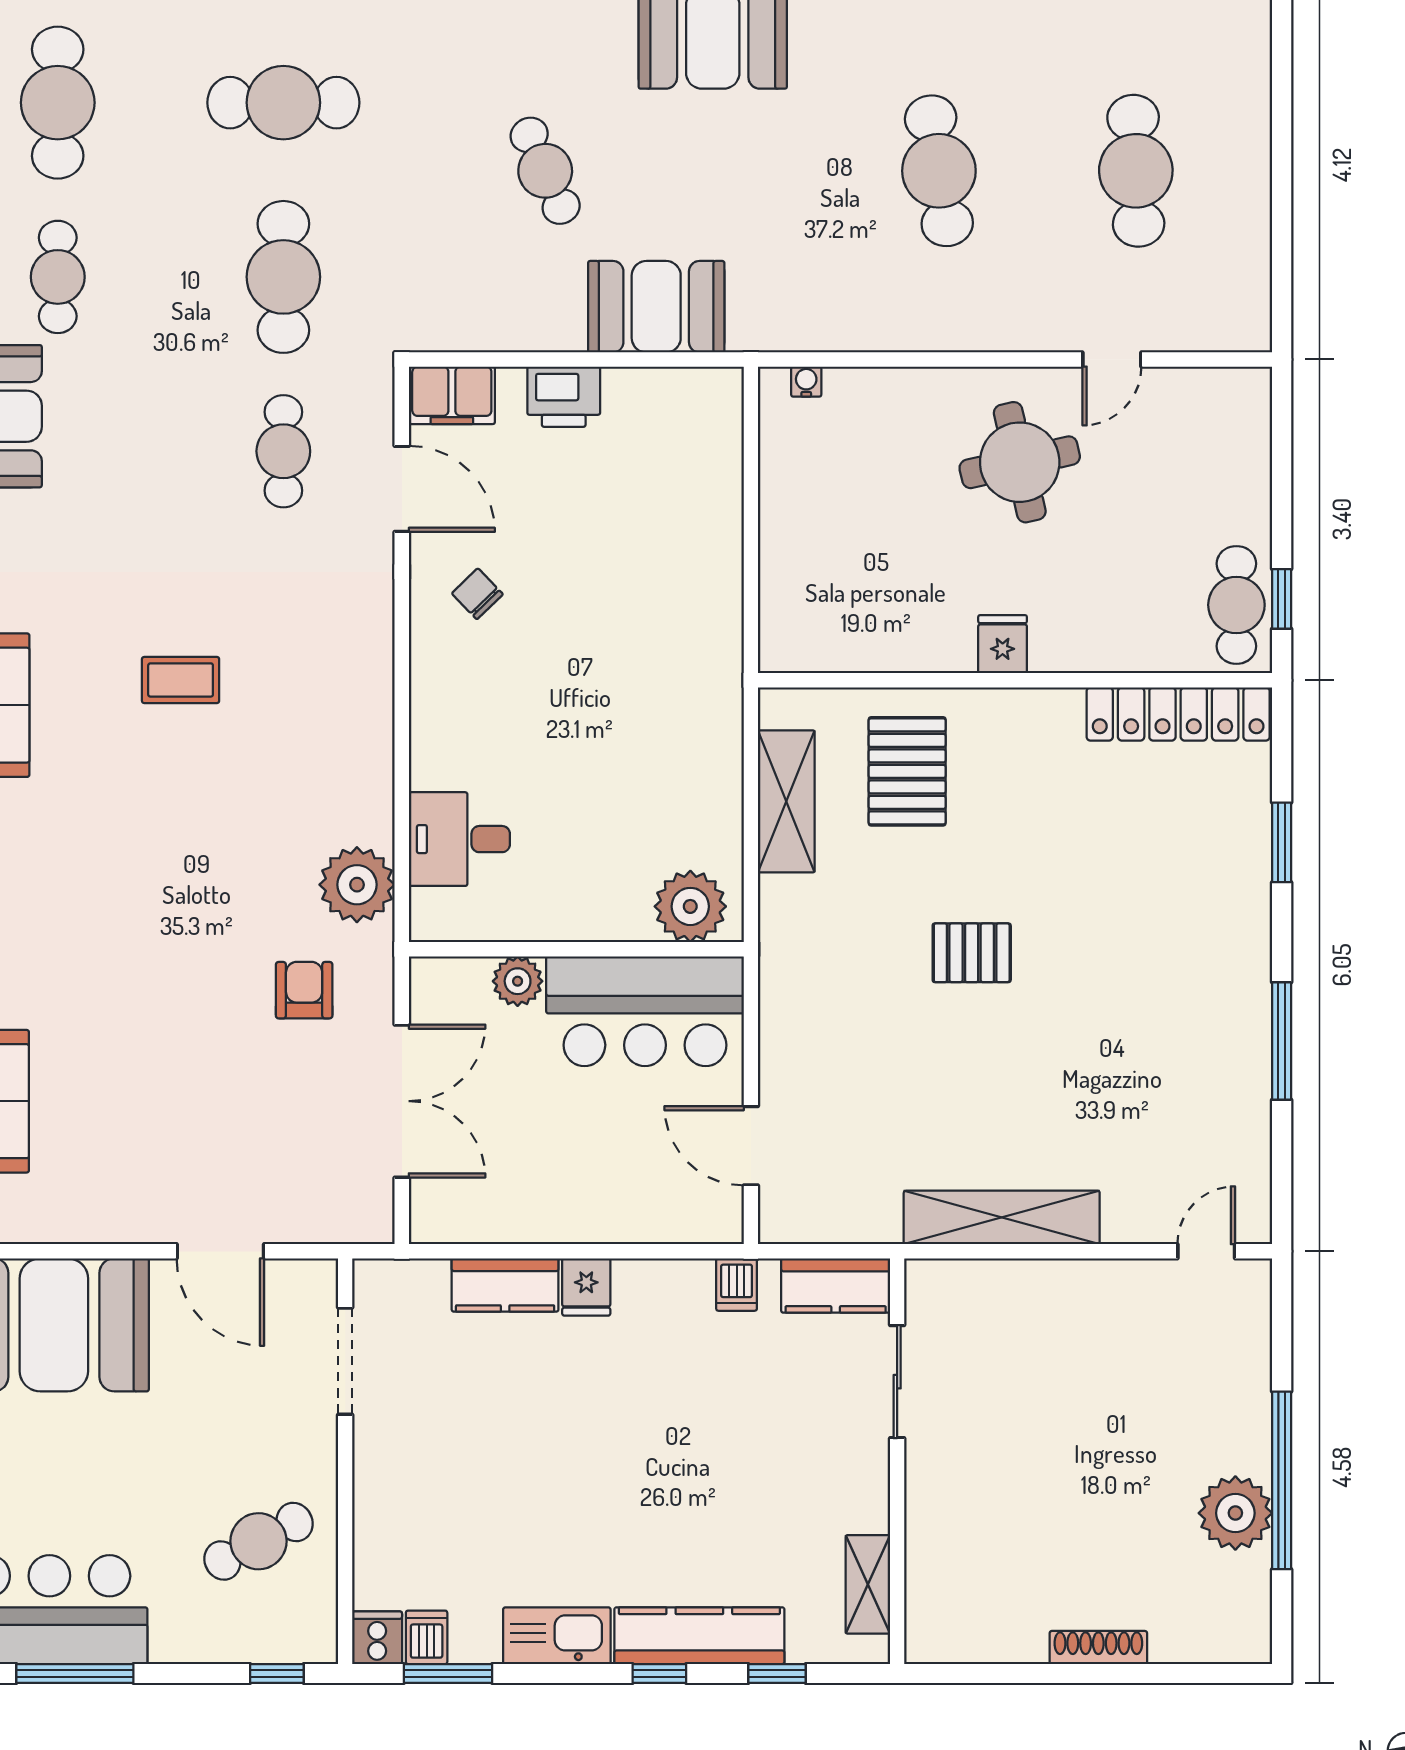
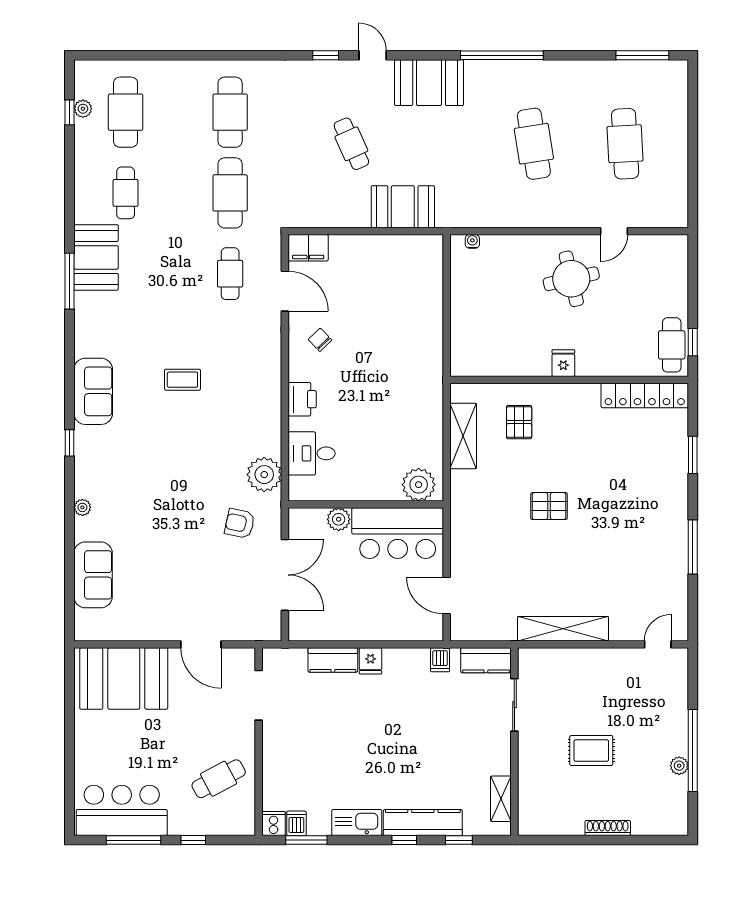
cafe table: (283, 103) -> (230, 112), turned 90
printer: (564, 397) -> (302, 399), moved, turned -90
pallet: (907, 771) -> (519, 422), width x0.67, depth x0.71
armchair: (304, 990) -> (240, 523), turned -78
rug: (1063, 1480) -> (591, 751), added
plant: (1235, 1513) -> (679, 766), width x0.53, depth x0.53
window: (277, 1673) -> (193, 840), moved

